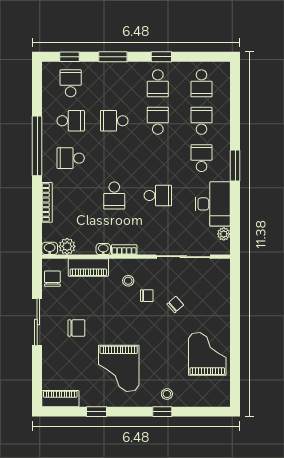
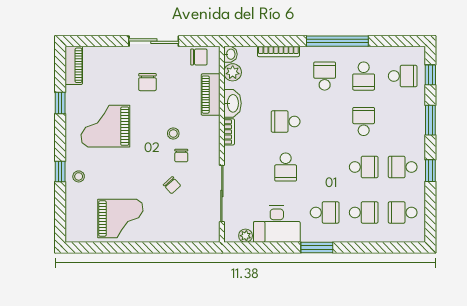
washbasin: (103, 249) -> (232, 103), width x1.91, depth x1.45
stool: (128, 281) -> (173, 133), moved

